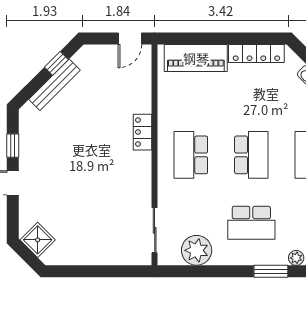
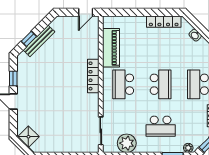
piano: (196, 58) -> (111, 48), moved, turned -90
window: (56, 63) -> (29, 39), moved
locker: (143, 132) -> (93, 76), width x1.53

